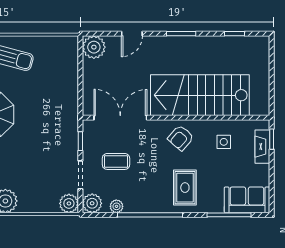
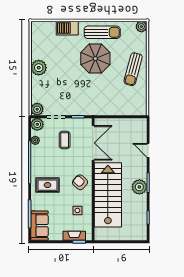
plant: (94, 47) -> (139, 187), moved

